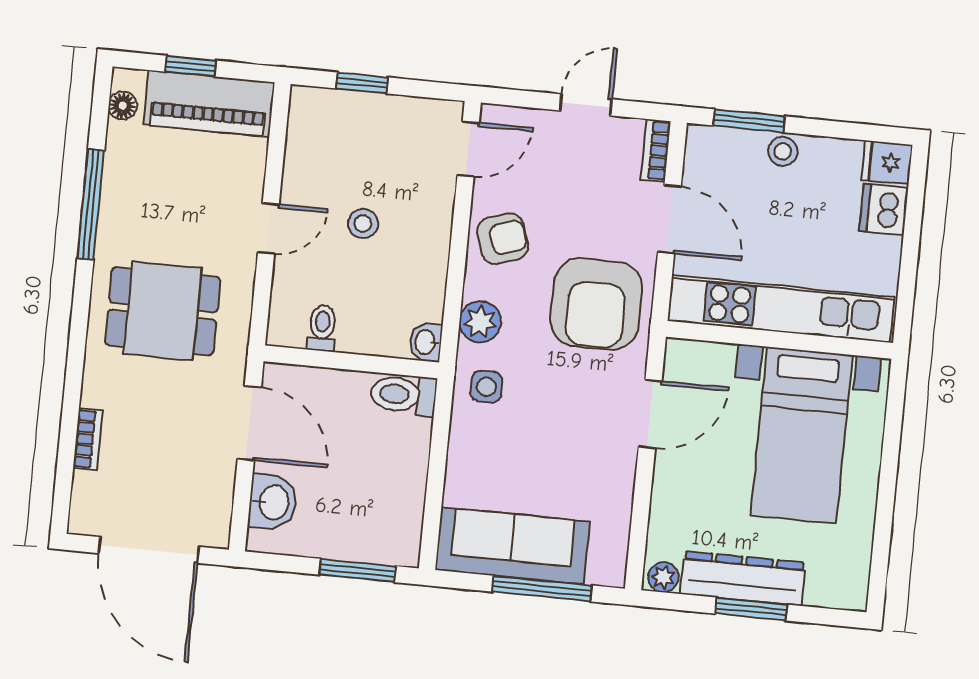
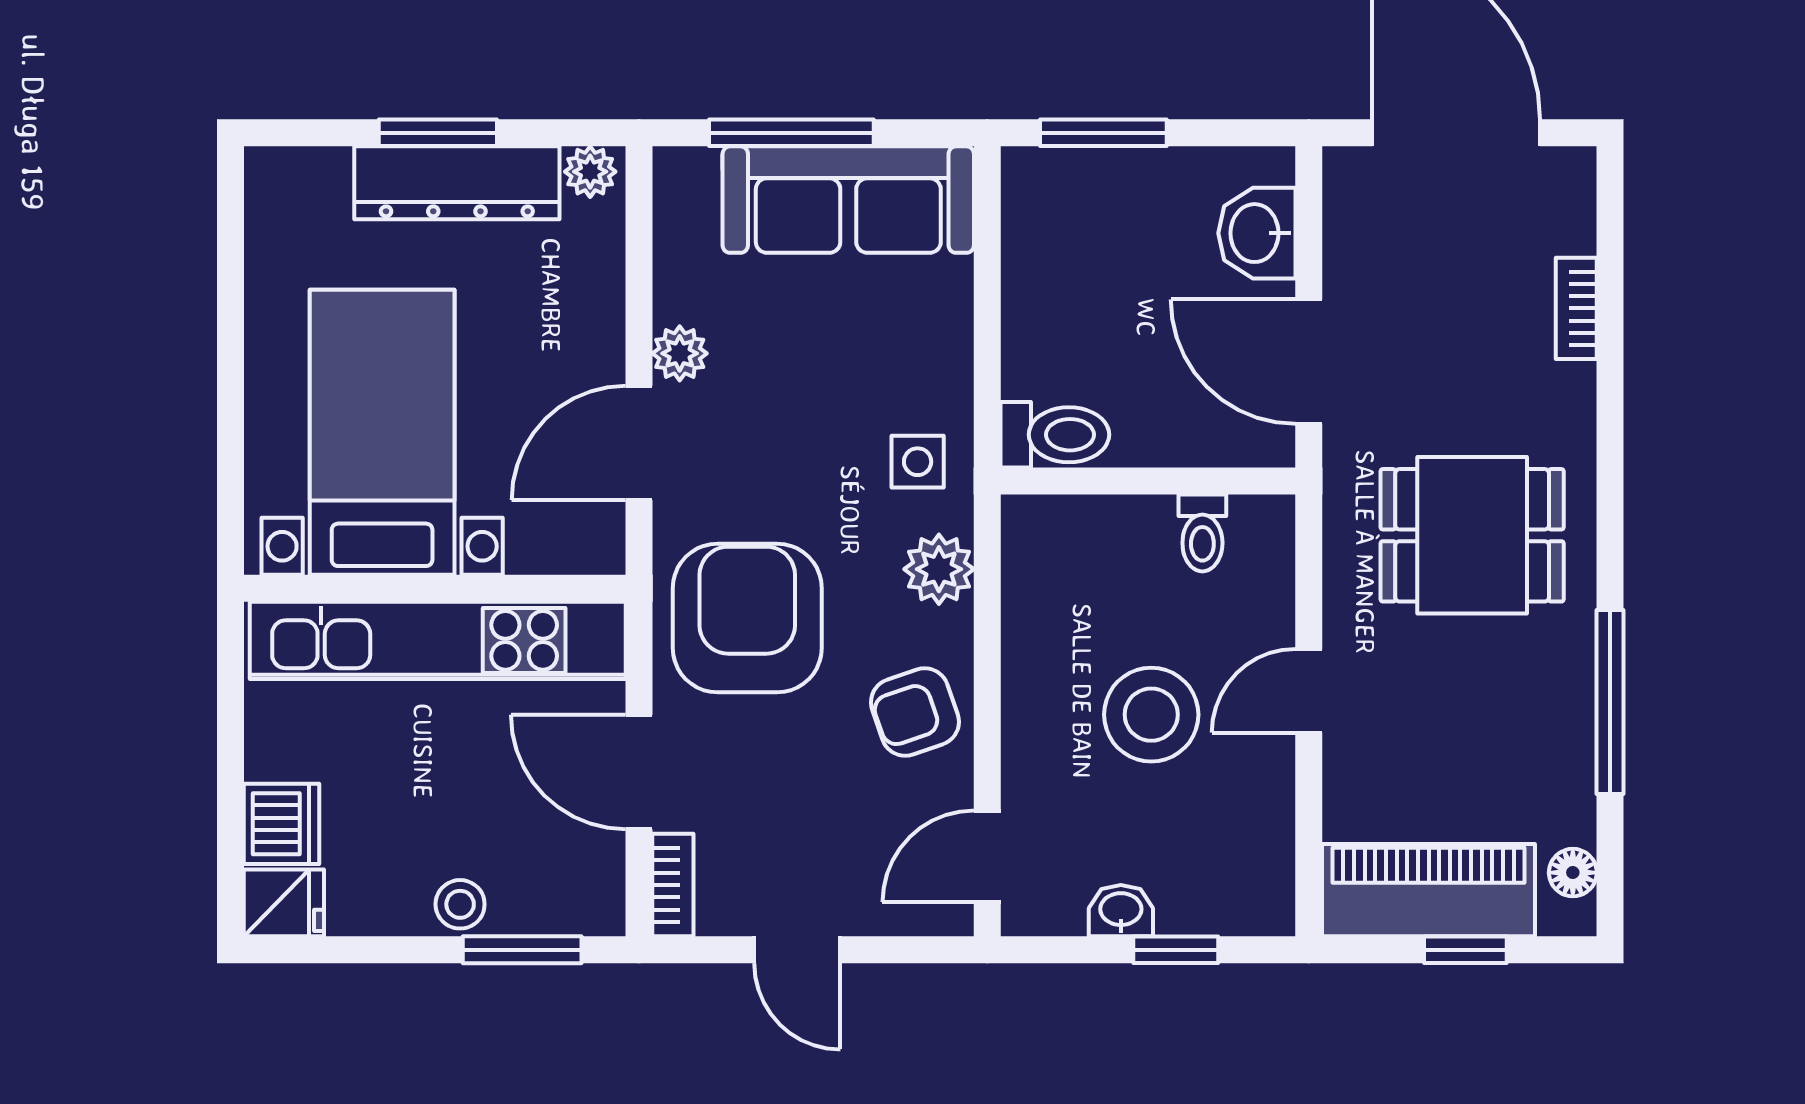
door: (586, 105) -> (797, 950), hinge flipped
stool: (363, 223) -> (1151, 715), width x1.89, depth x1.89
washbasin: (426, 342) -> (1121, 911), moved, turned -90
plant: (621, 465) -> (680, 353), added

